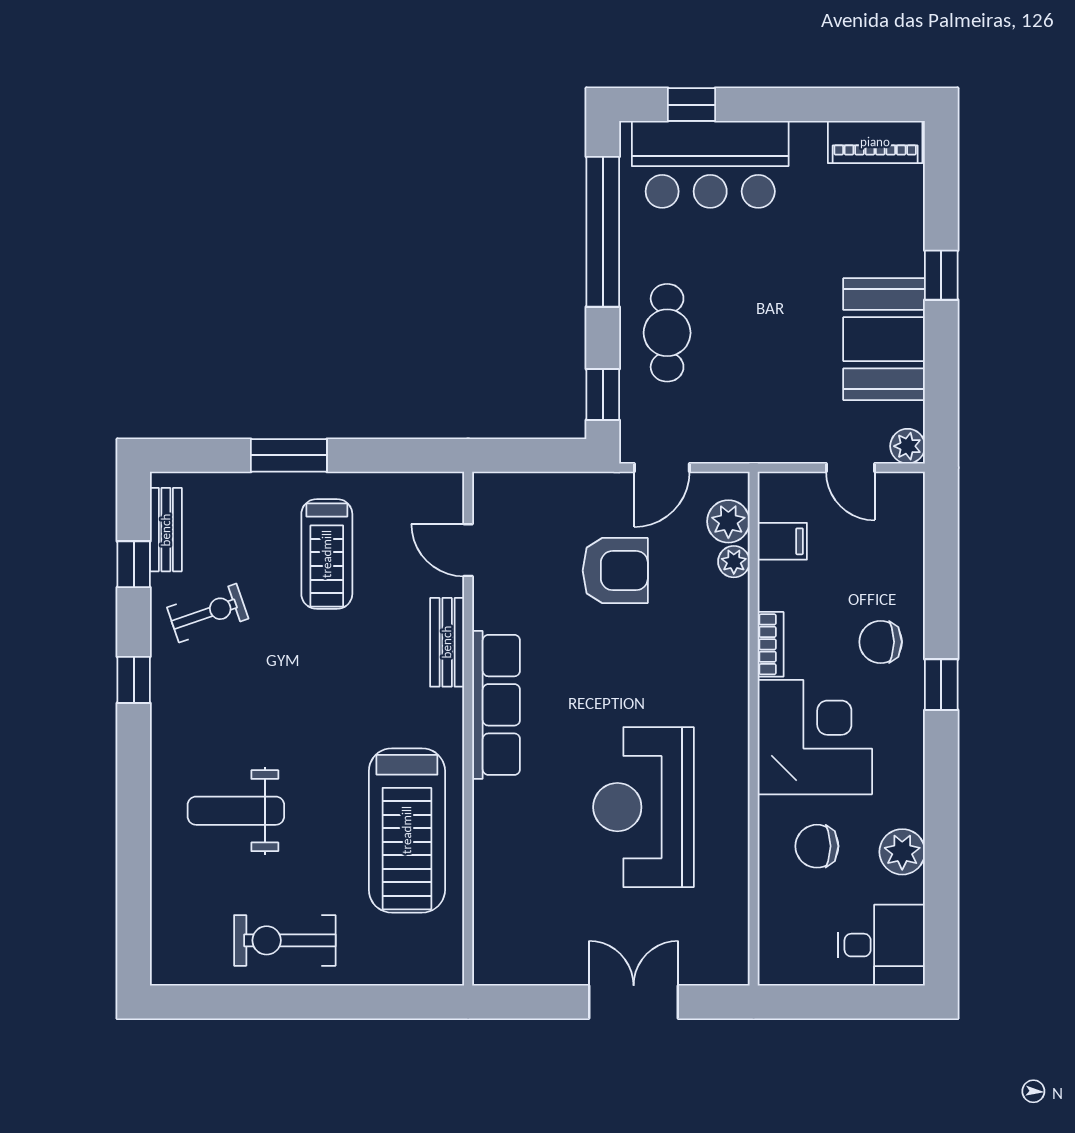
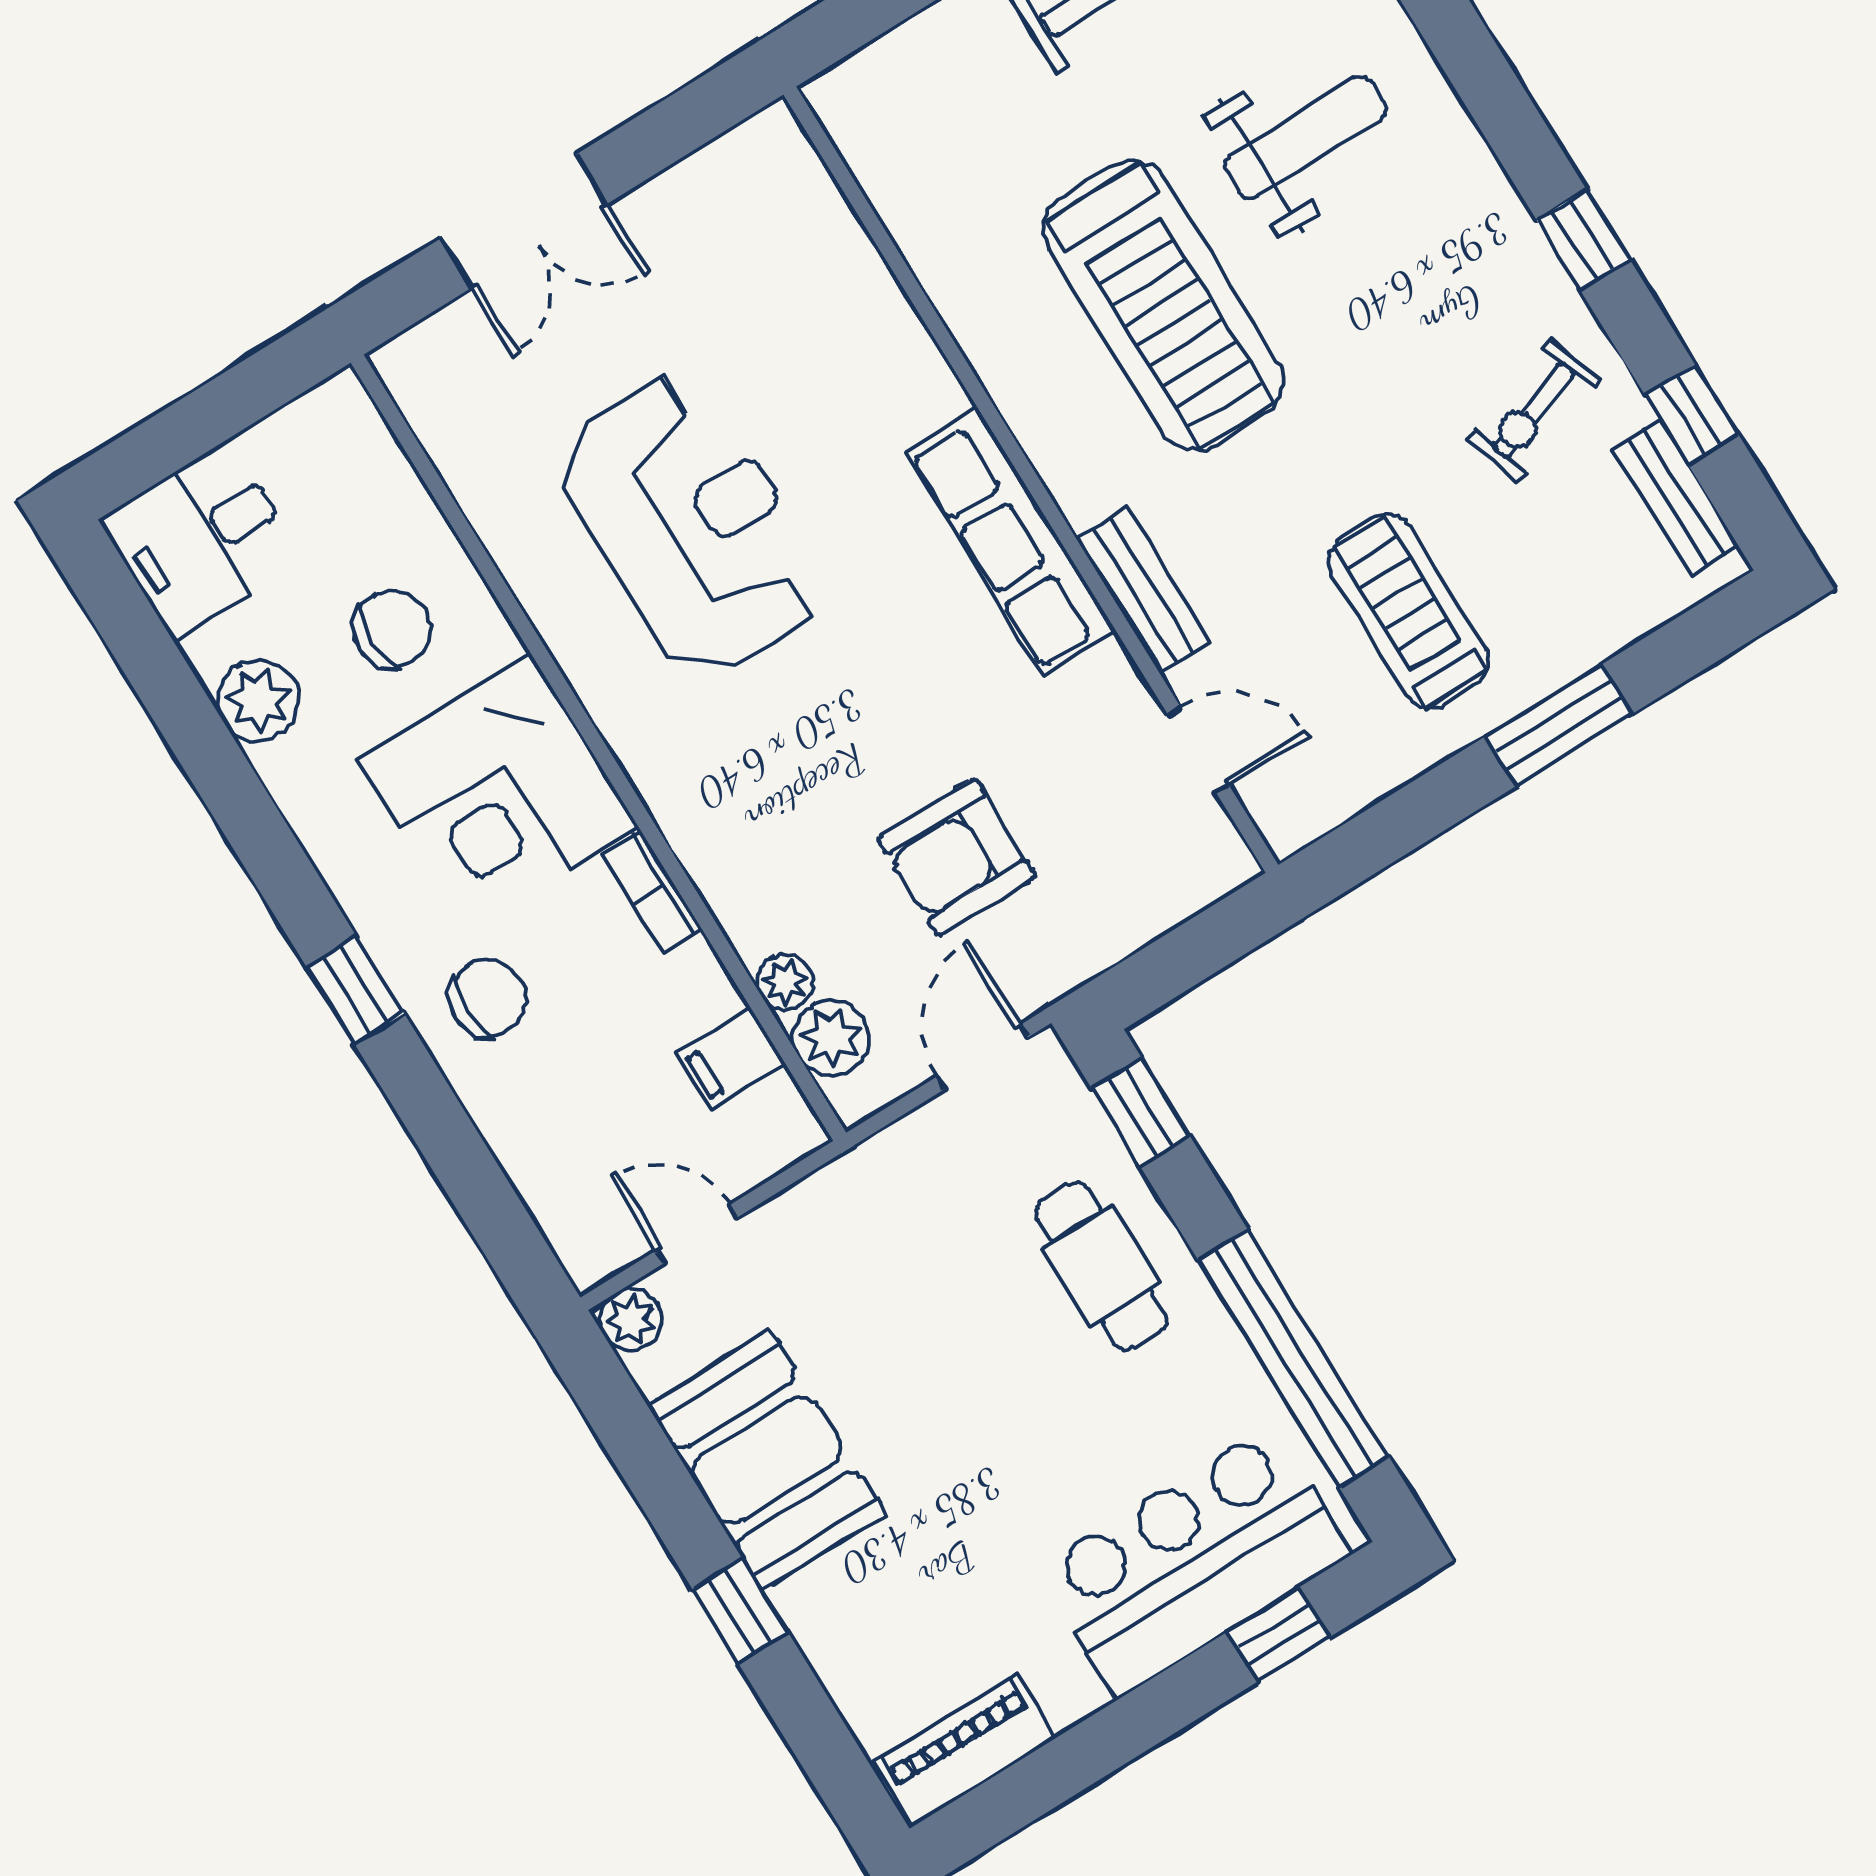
treadmill: (407, 830) -> (1164, 306), moved, turned 180

